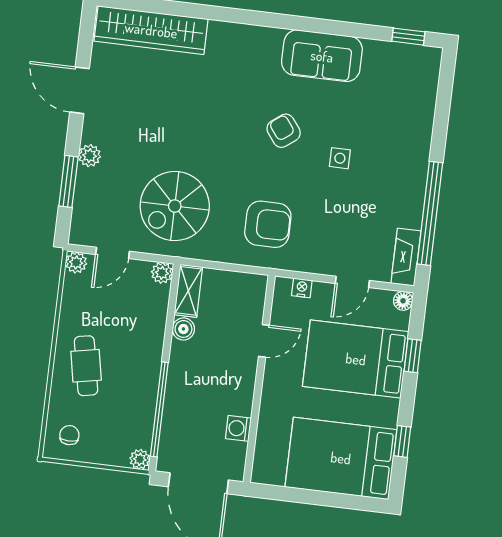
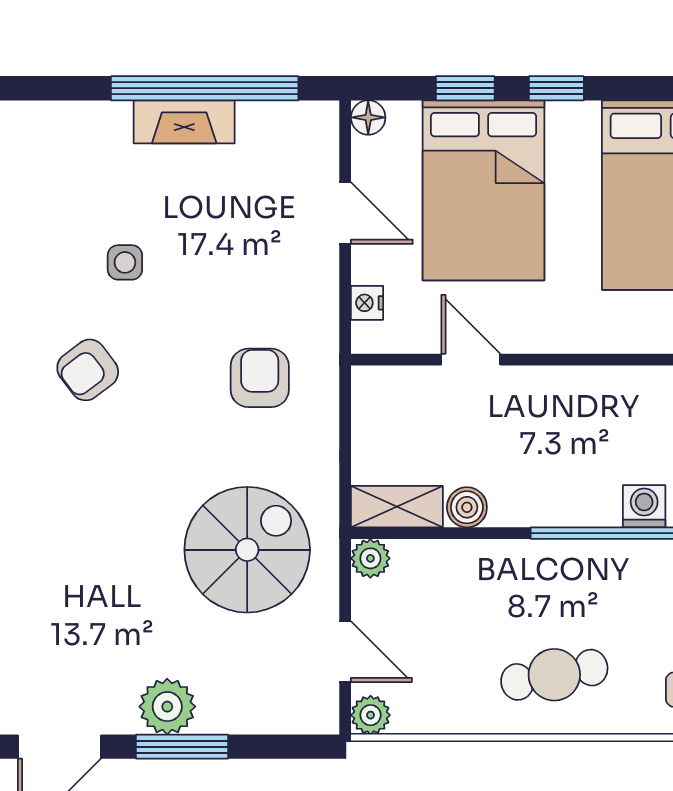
plant: (90, 156) -> (167, 707), width x1.38, depth x1.38
window: (68, 181) -> (182, 747), moved
spiral stairs: (175, 206) -> (247, 550), turned -90
armchair: (268, 224) -> (260, 378), width x0.72, depth x0.72
fireplace: (406, 257) -> (184, 122), moved
washing machine: (238, 428) -> (644, 506), moved, turned 180
window: (402, 441) -> (556, 88), moved

